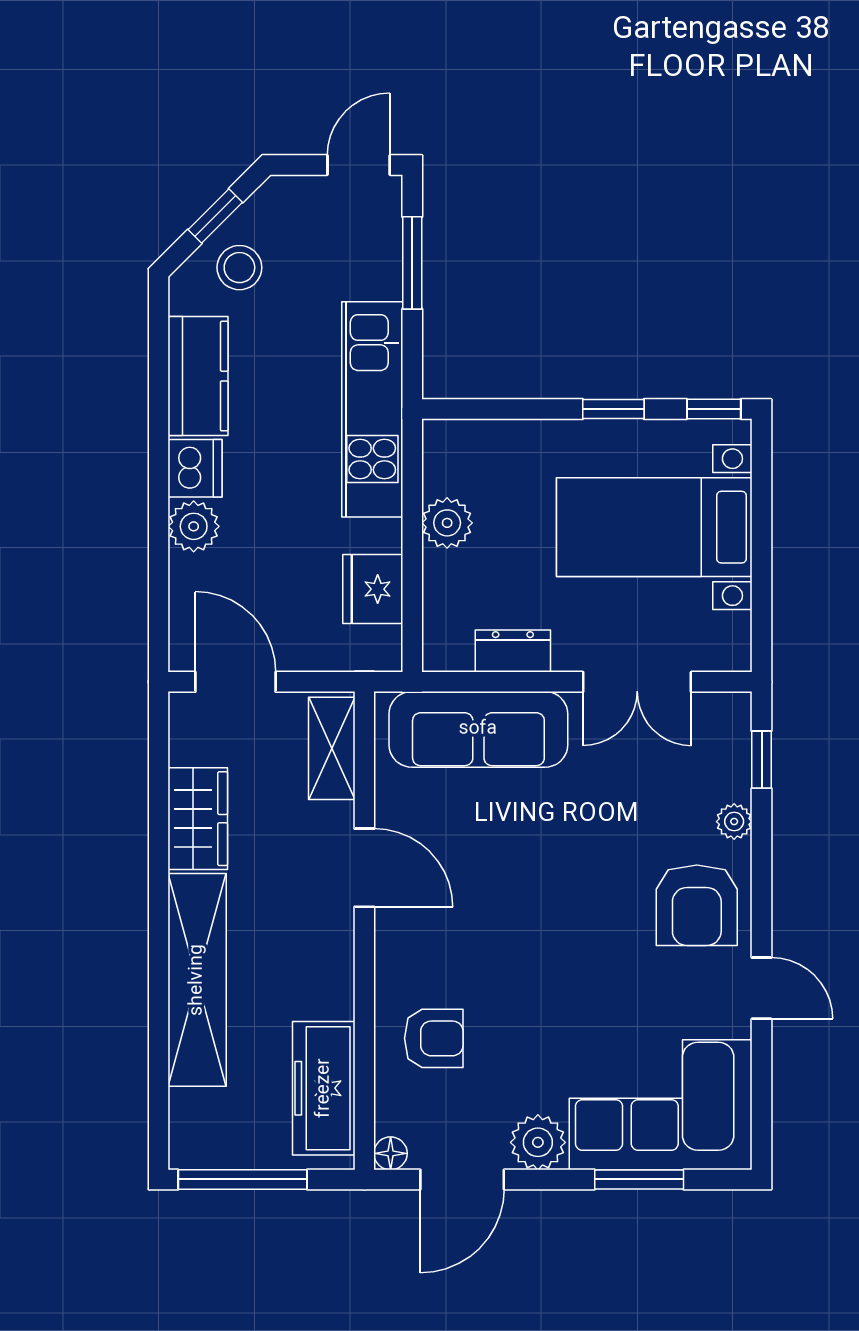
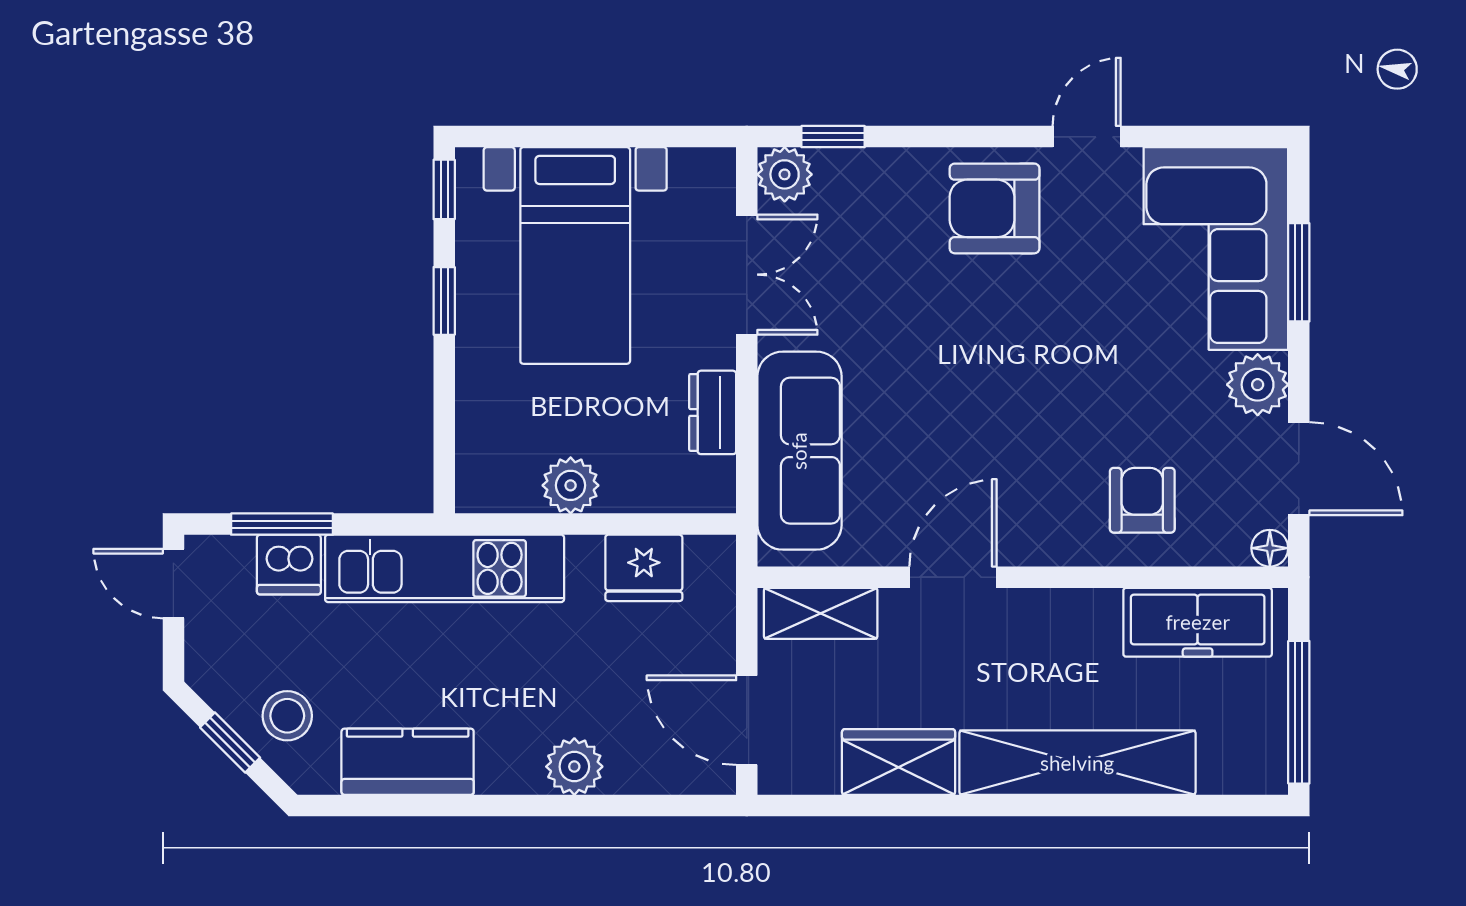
dishwasher: (195, 468) -> (289, 565), moved, turned 180
door: (235, 682) -> (747, 720), hinge flipped
plant: (734, 822) -> (785, 174), moved, width x1.38, depth x1.38
armchair: (697, 905) -> (995, 208), turned 180

